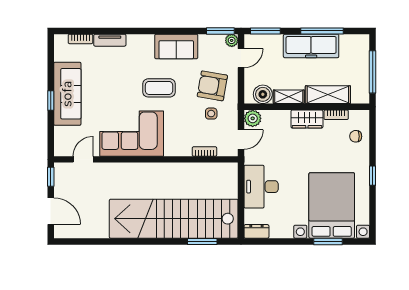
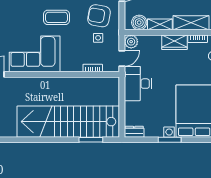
desk: (261, 187) -> (138, 84), moved
window: (328, 241) -> (170, 140), moved

